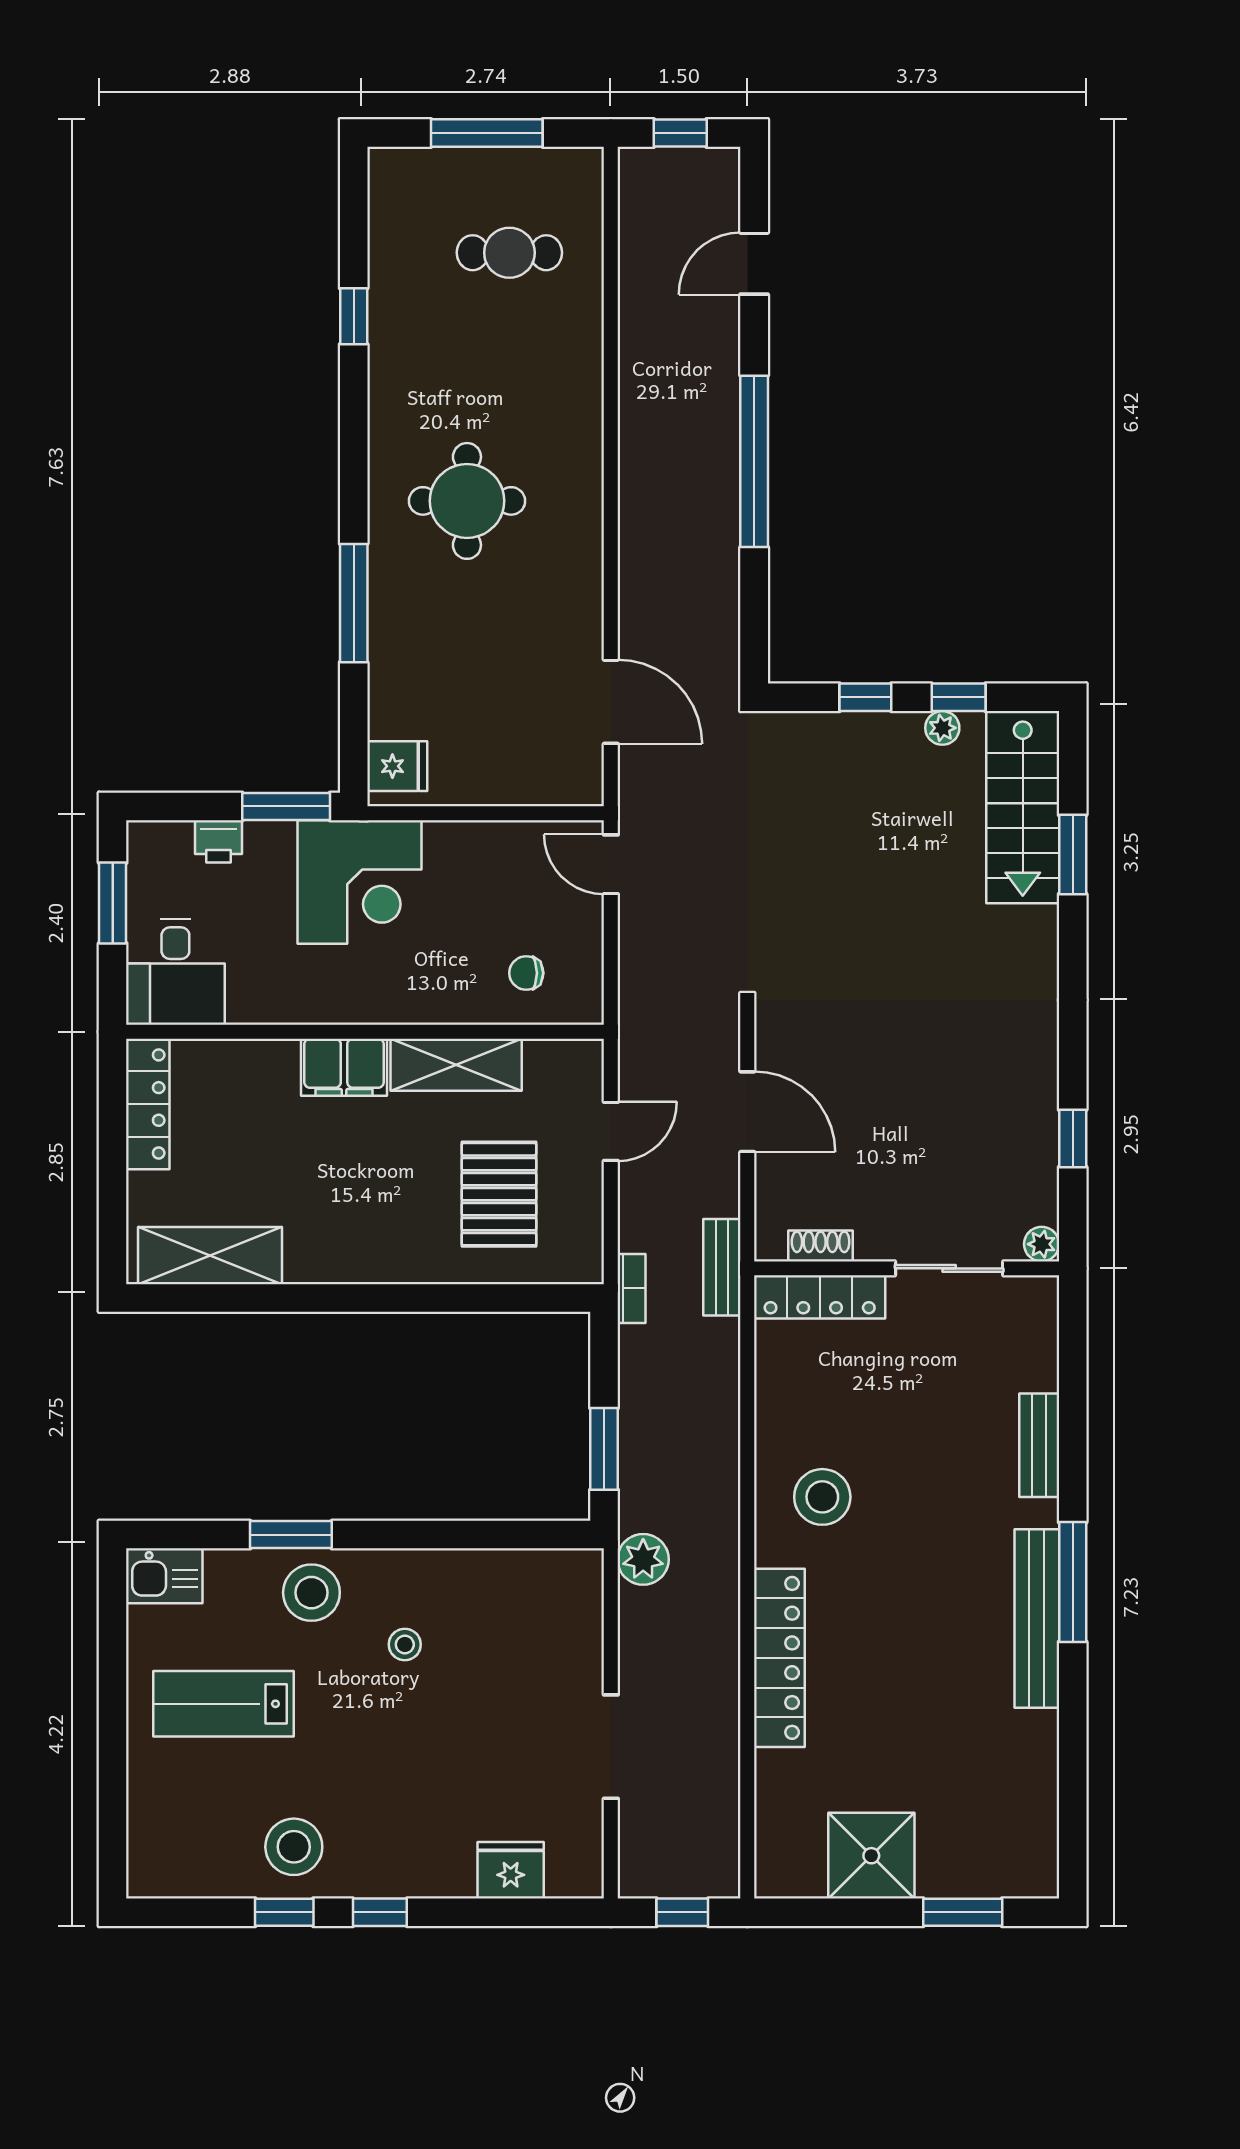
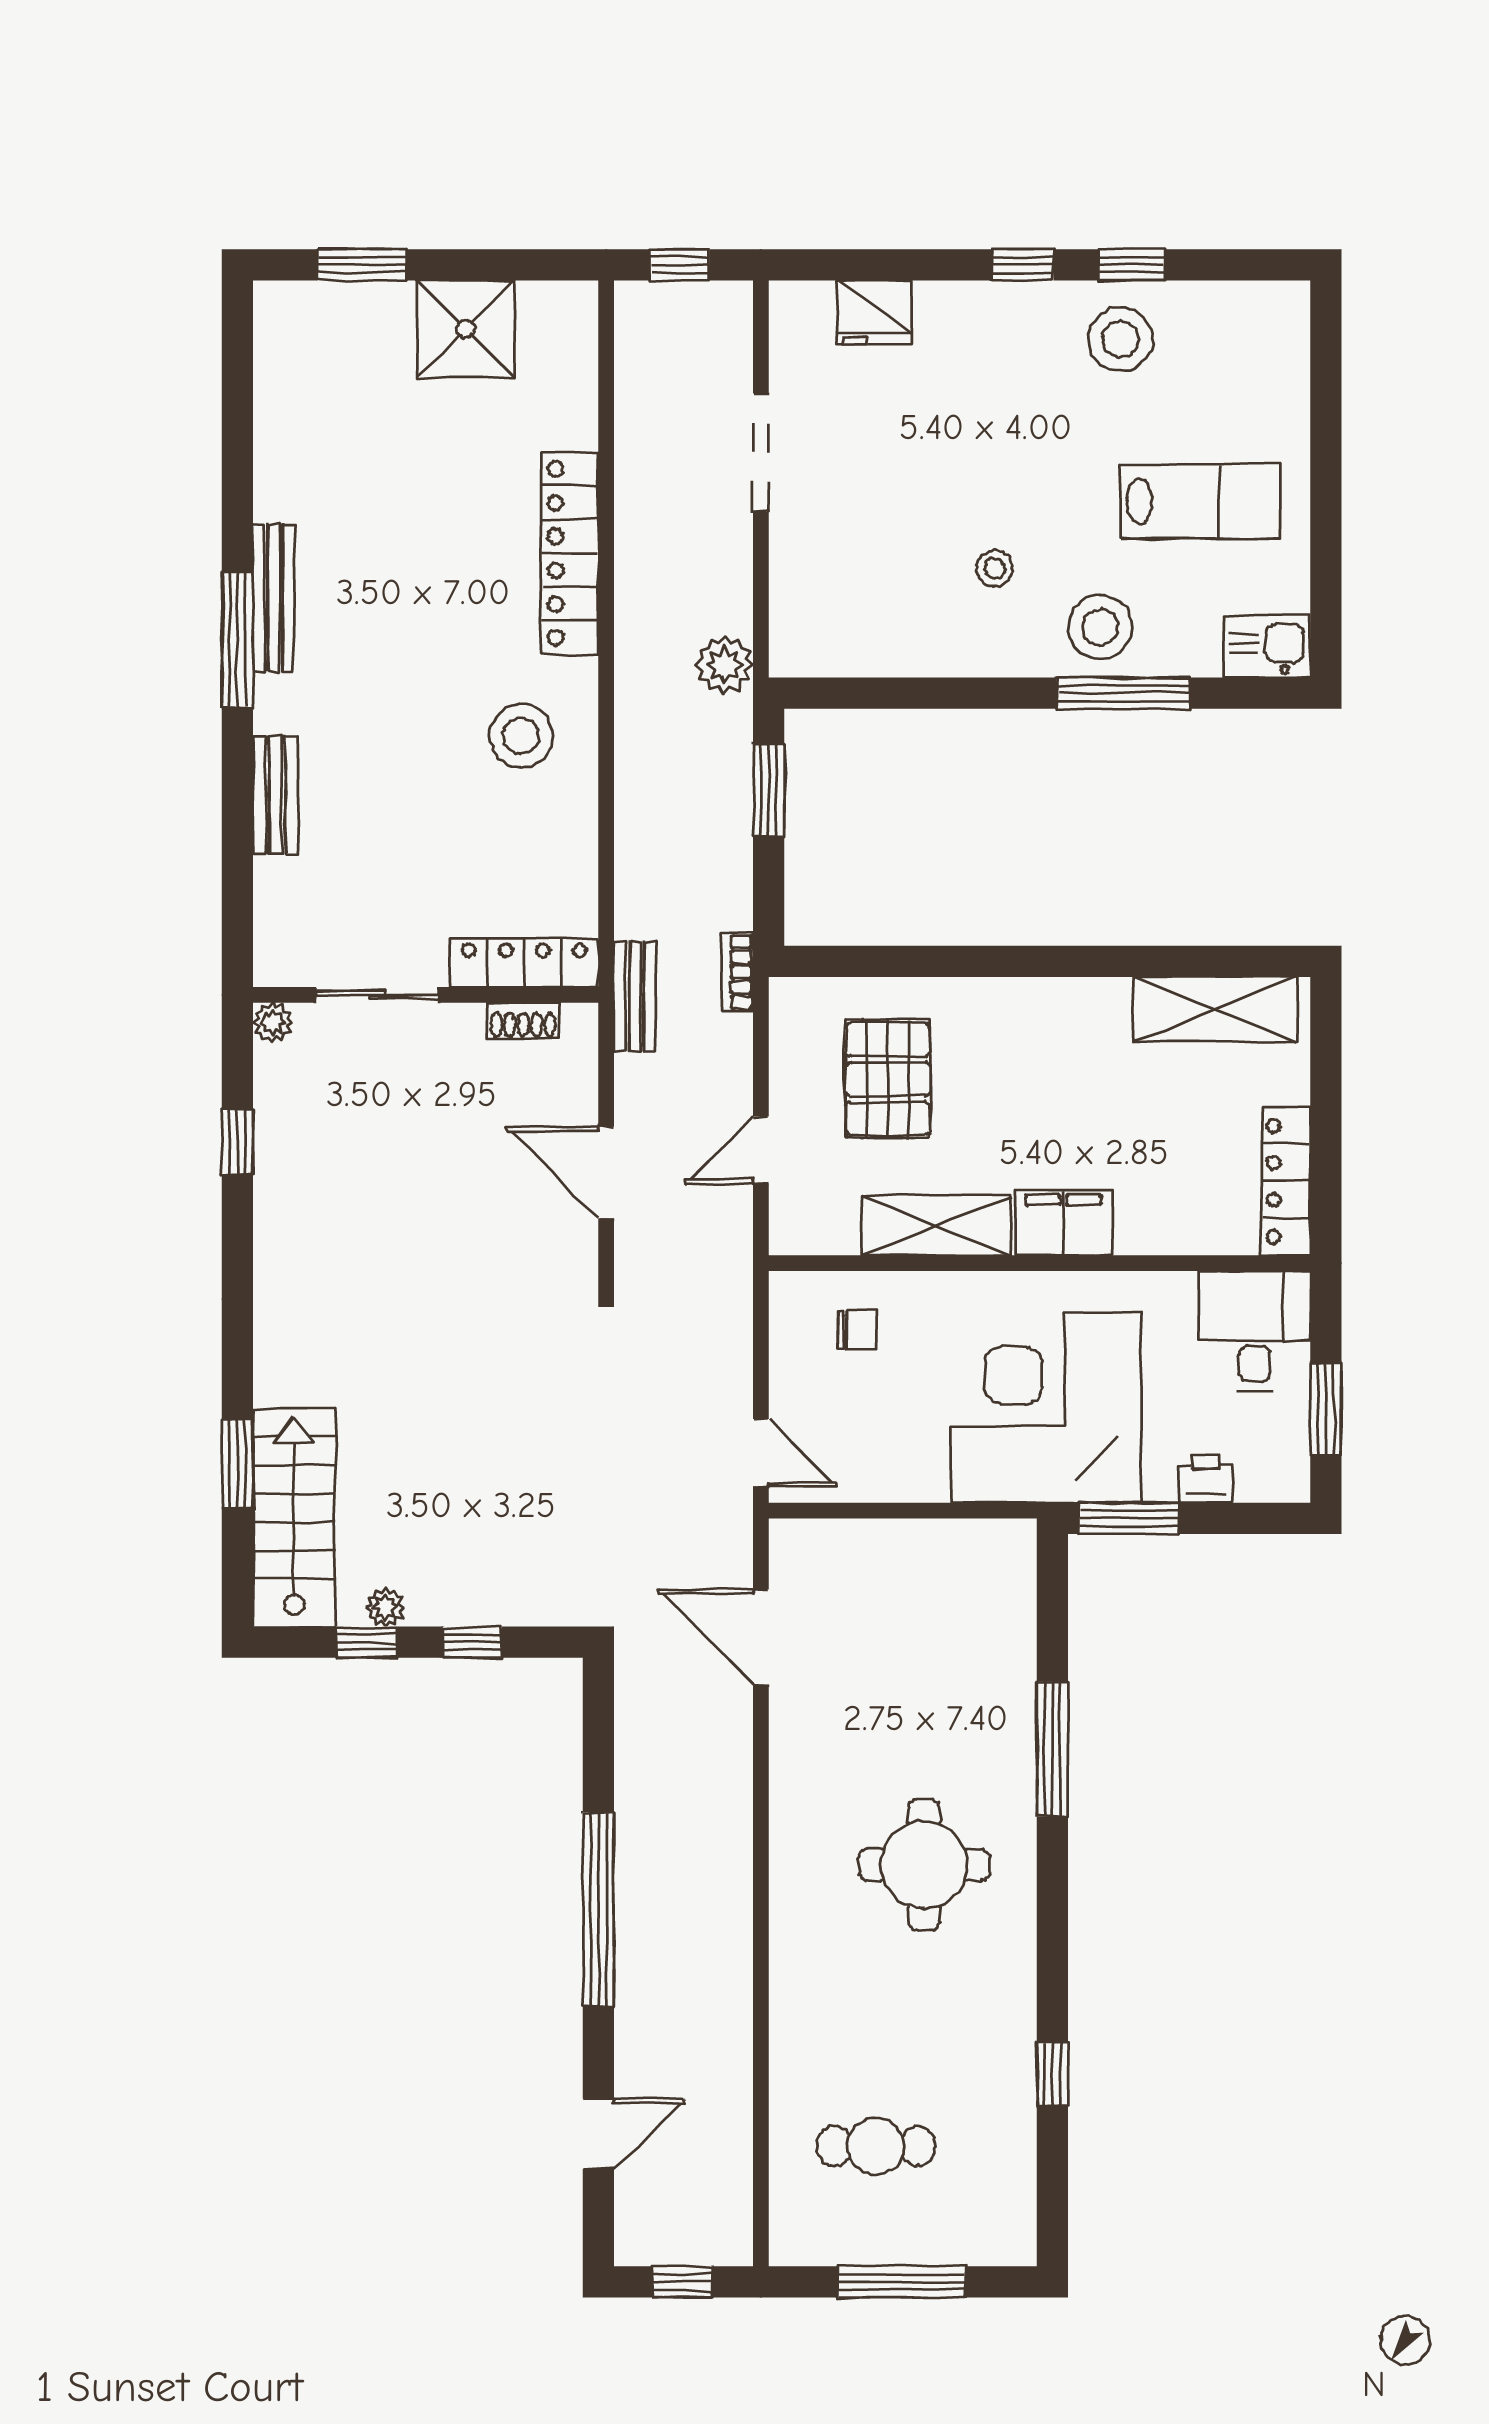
fridge: (397, 766) -> (1003, 1564), removed
corner desk: (360, 882) -> (1046, 1408), width x1.36, depth x1.36
window: (291, 1535) -> (1124, 693), width x1.44
bench: (1037, 1619) -> (274, 598), width x0.73, depth x0.82

